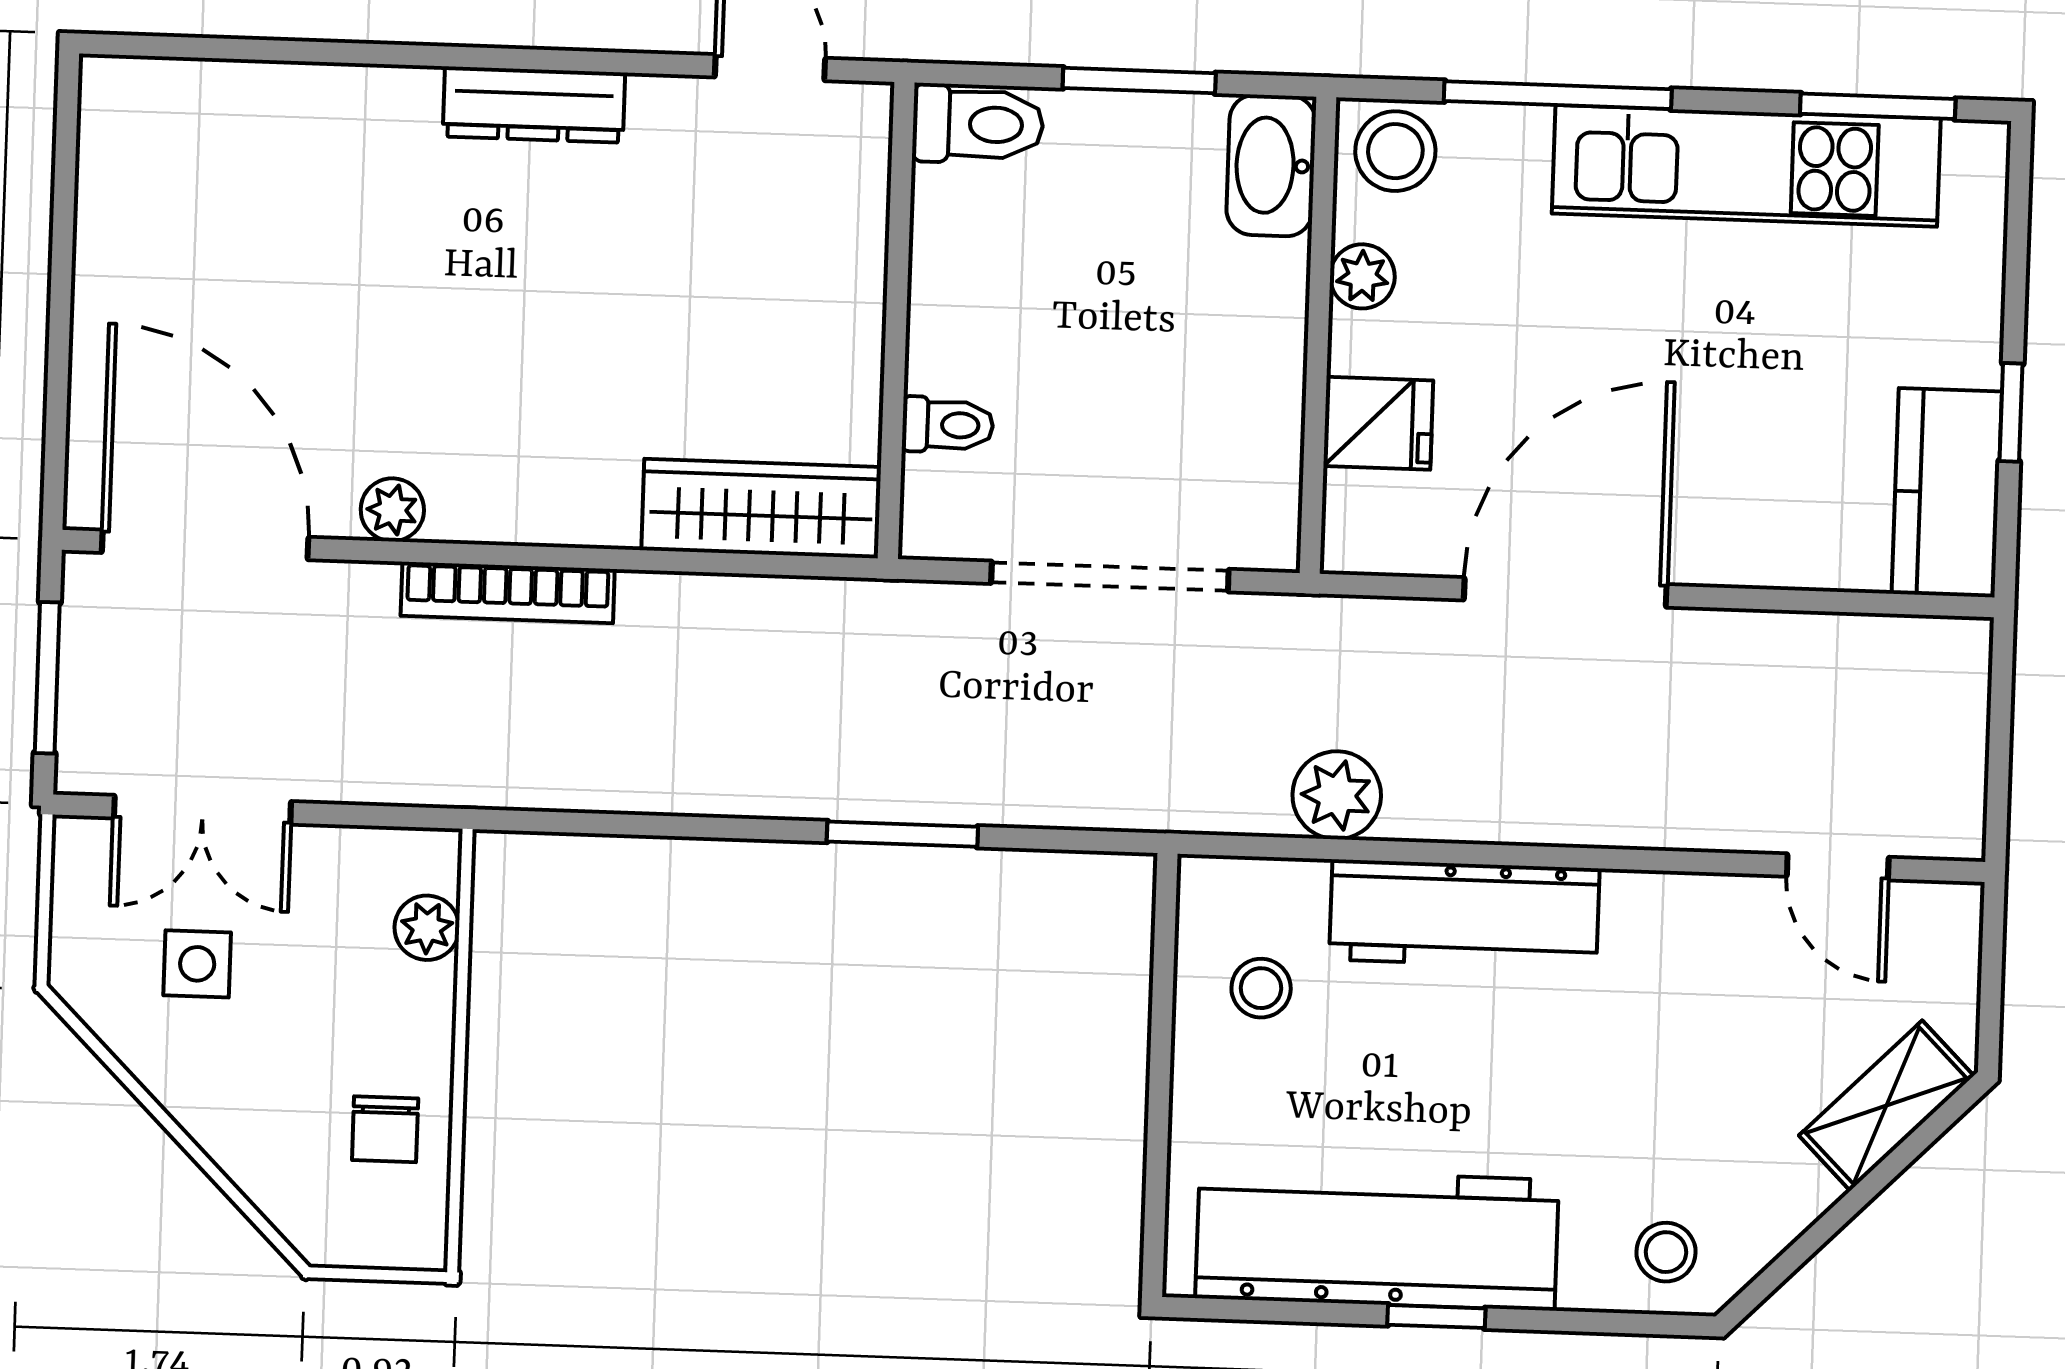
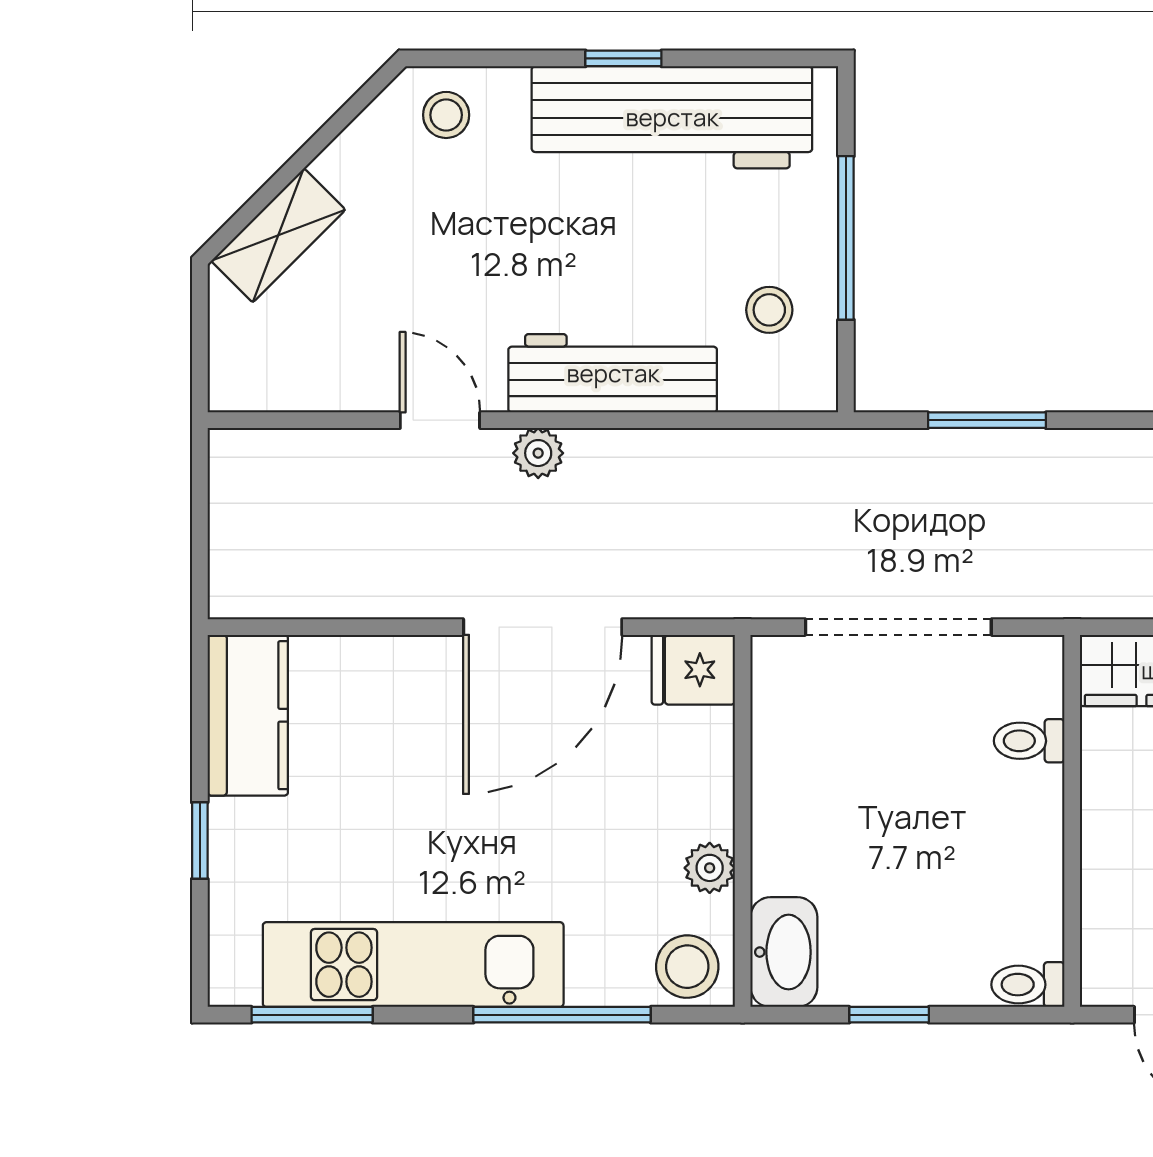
window: (1139, 81) -> (889, 1015), width x0.67
toilet: (978, 124) -> (1028, 985), width x0.73, depth x0.72
window: (2011, 412) -> (200, 841), moved
fridge: (1378, 423) -> (693, 670), moved
plant: (1337, 795) -> (538, 453), moved, width x0.73, depth x0.73
window: (902, 834) -> (987, 420), moved
door: (1838, 867) -> (440, 420), moved
window: (1160, 1077) -> (846, 238), added

